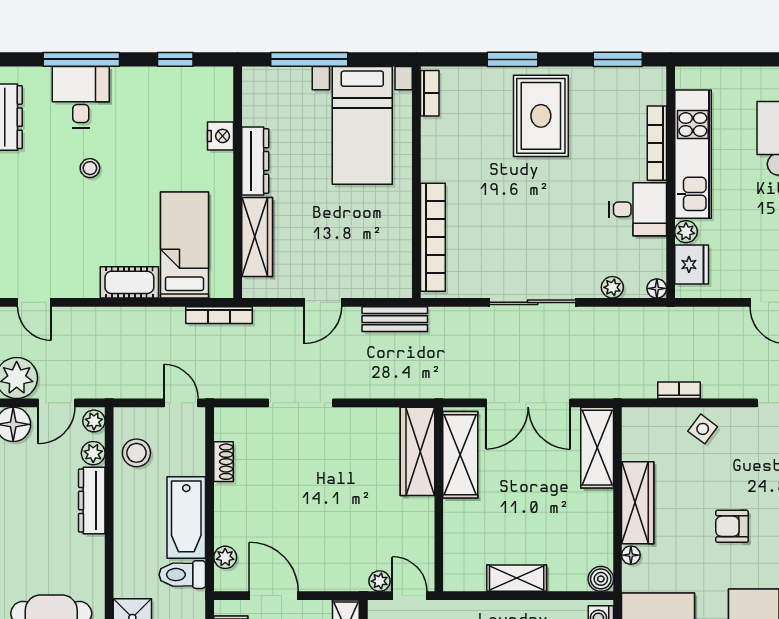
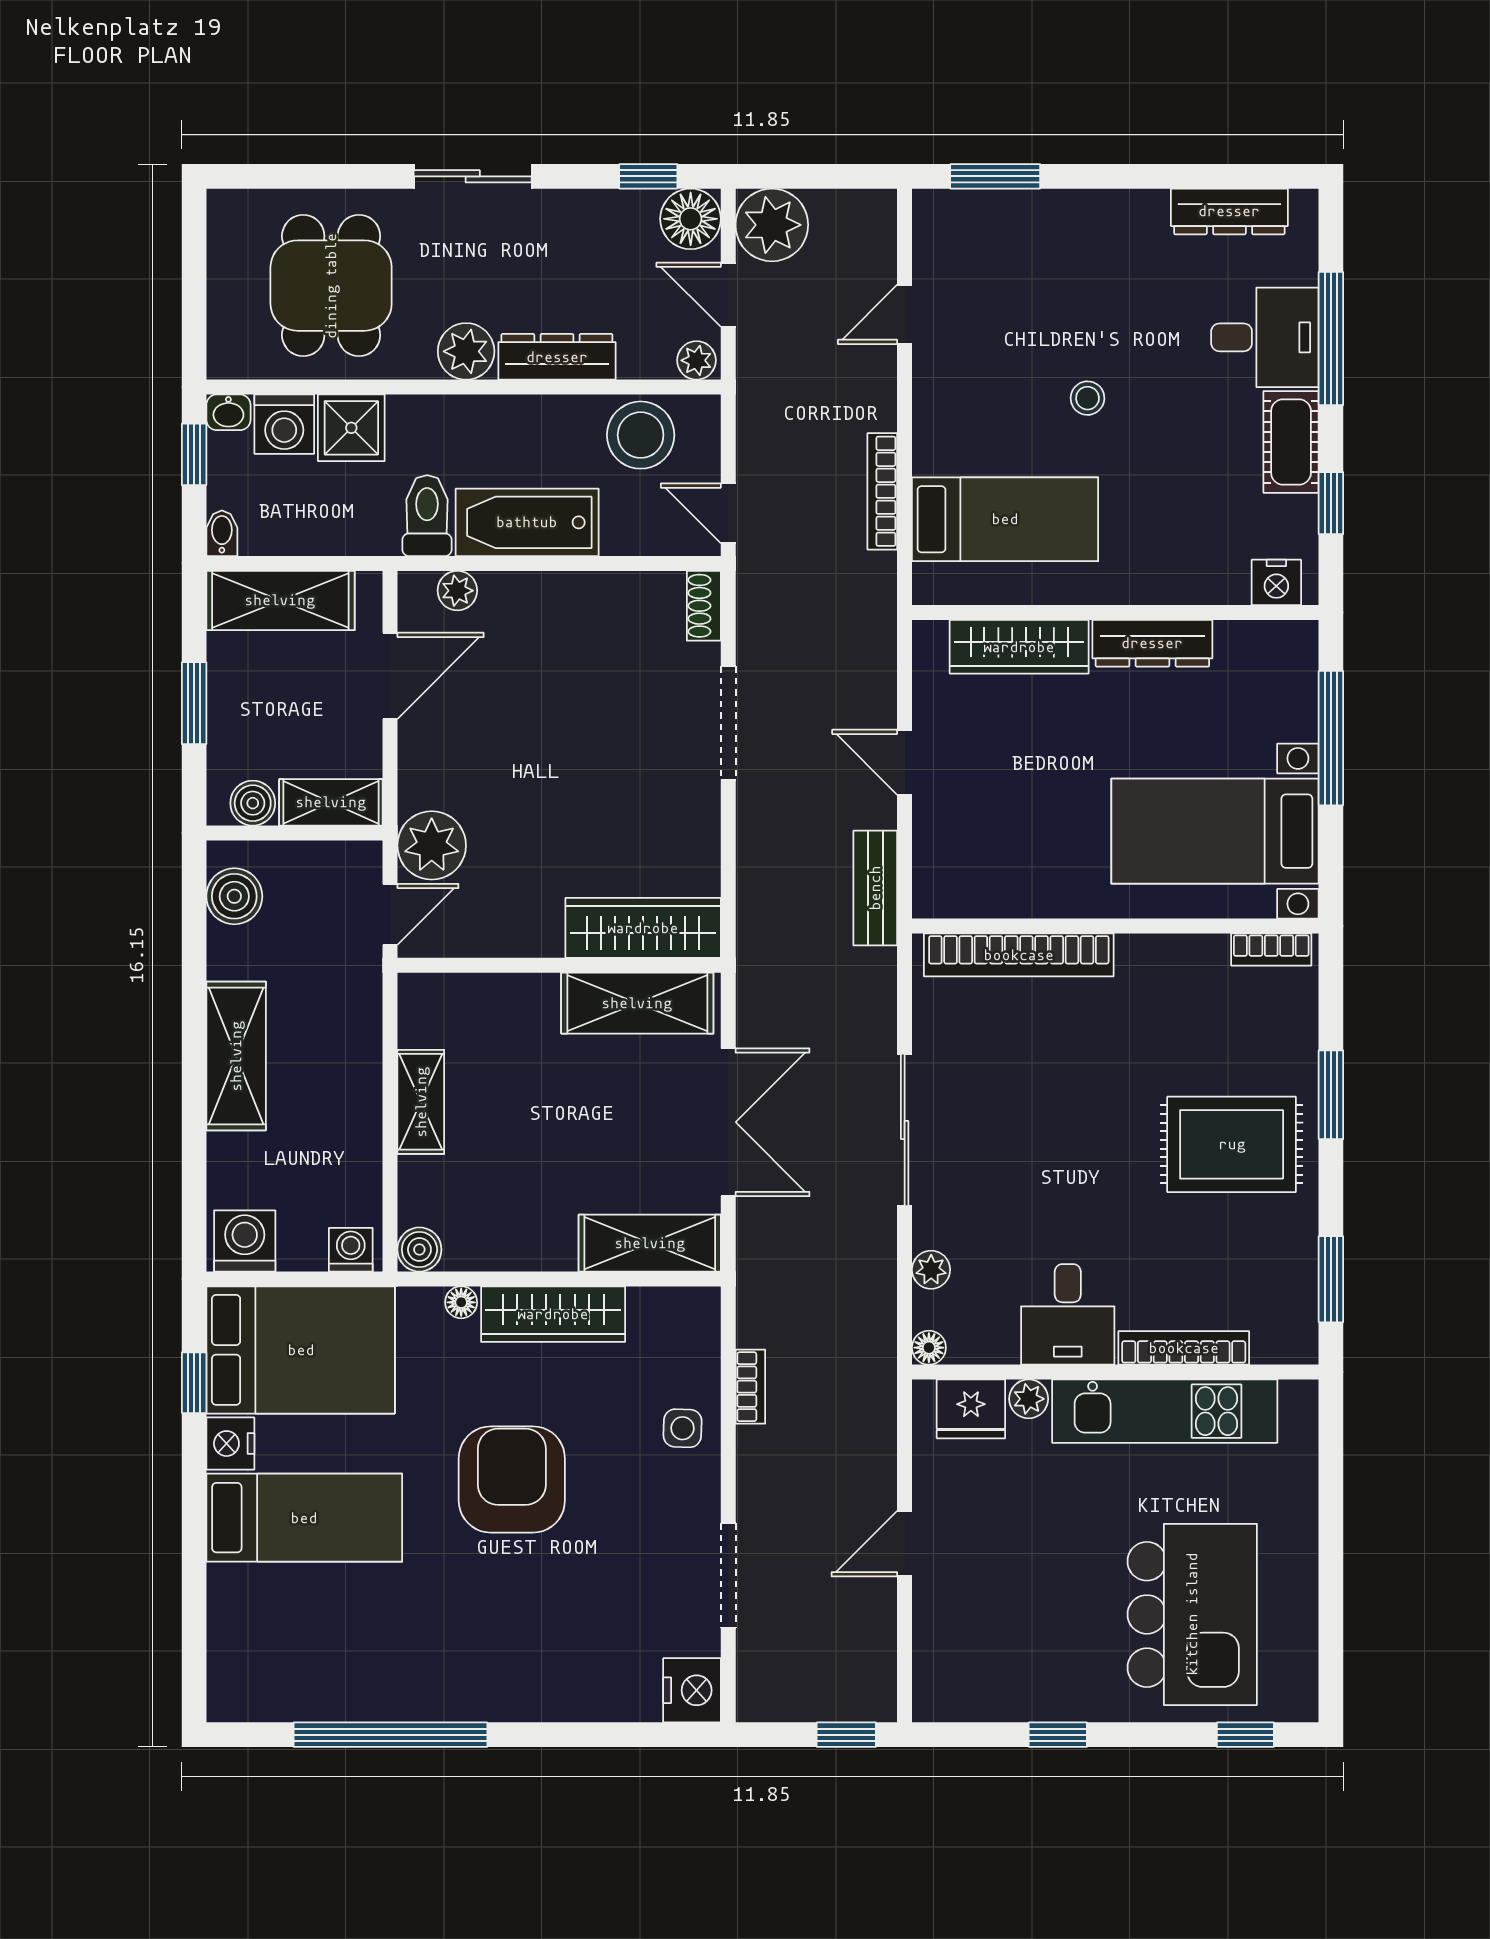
nightstand: (220, 136) -> (1276, 582), moved
stool: (90, 168) -> (1088, 398), moved
cot: (129, 282) -> (1291, 442), moved
door: (34, 302) -> (905, 314), moved
bookcase: (219, 315) -> (882, 491), moved
door: (181, 403) -> (728, 513), swing flipped
double door: (528, 403) -> (728, 1122), swing flipped
side table: (703, 429) -> (683, 1428), turned -35
plant: (93, 453) -> (466, 351), moved, width x1.38, depth x1.38
stool: (136, 453) -> (641, 435), width x1.38, depth x1.38
shoe rack: (224, 462) -> (704, 606), moved, turned 90
armchair: (732, 526) -> (512, 1479), width x1.88, depth x1.88
plant: (380, 581) -> (432, 845), width x1.88, depth x1.88

